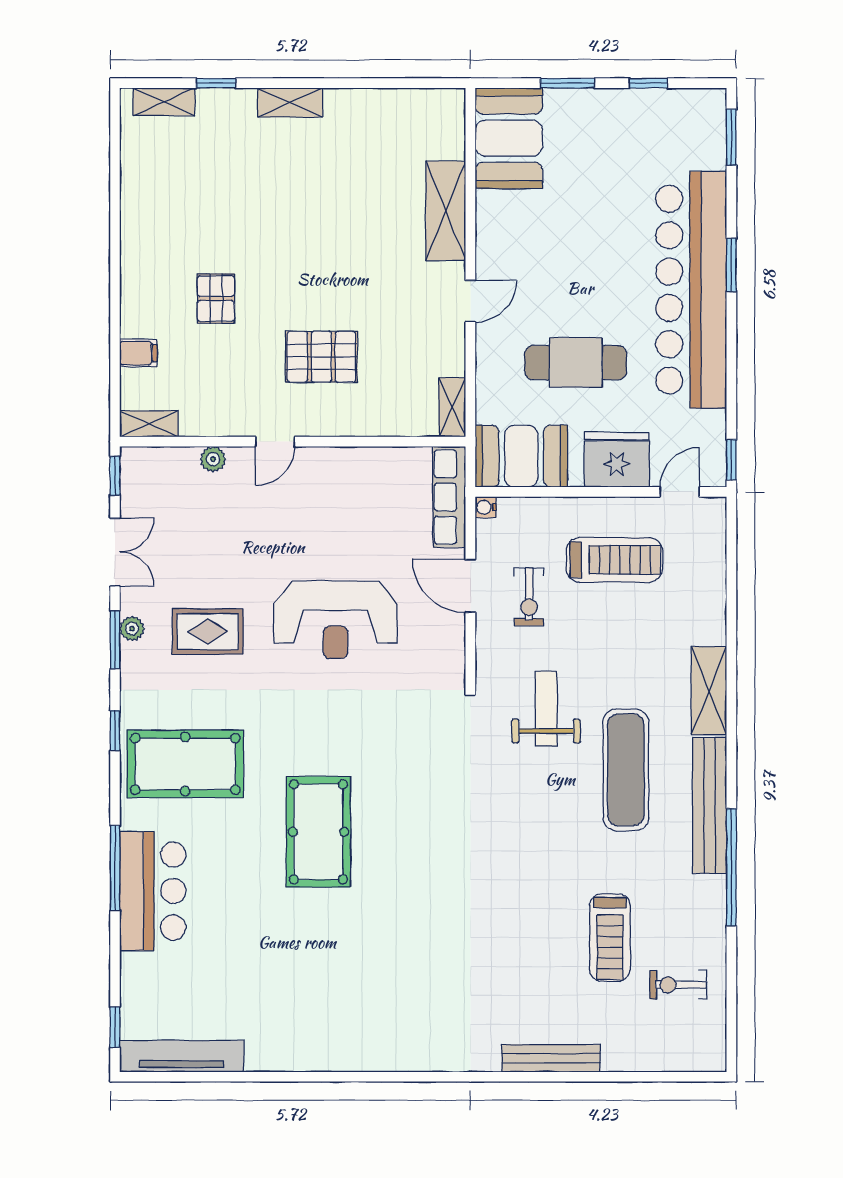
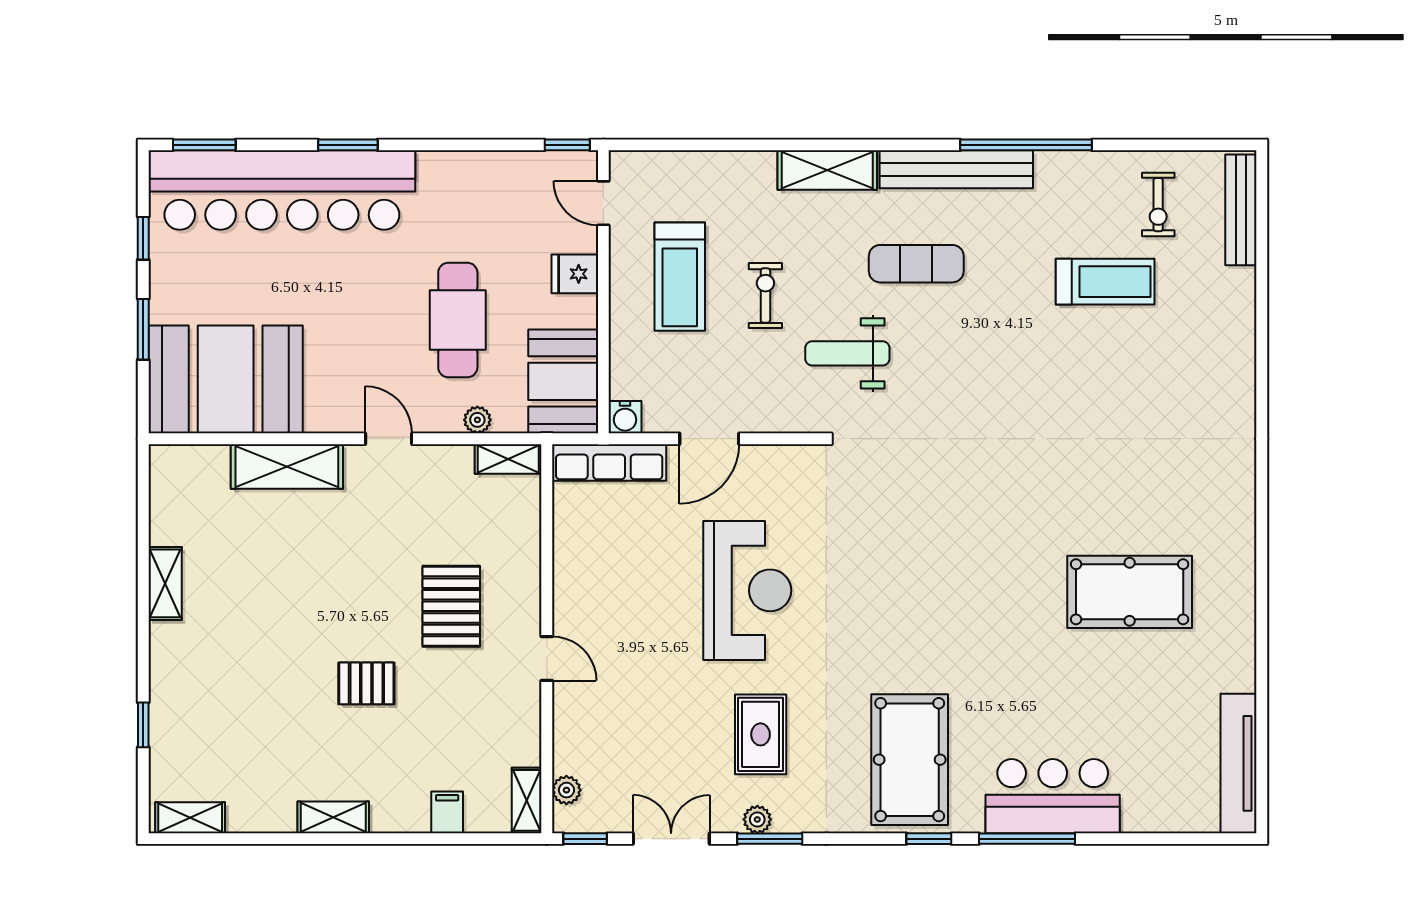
shelving: (164, 102) -> (190, 818), moved, turned 90
shelving: (290, 103) -> (165, 583), moved
booth: (509, 138) -> (226, 379), width x1.36, depth x1.42
shelving: (134, 252) -> (333, 817), added
bar counter: (691, 290) -> (282, 190), moved
pallet: (216, 299) -> (366, 683), moved
plant: (487, 380) -> (477, 420), added
plant: (213, 459) -> (566, 790), moved
fridge: (617, 460) -> (575, 274), width x0.53, depth x0.75
water cooler: (486, 507) -> (625, 417), width x1.38, depth x1.38
treadmill: (614, 560) -> (680, 277), turned 180
exercise bike: (529, 597) -> (765, 295), moved, turned -90
window: (115, 731) -> (929, 839), moved
exercise mat: (626, 770) -> (916, 264), width x0.73, depth x0.69
pool table: (318, 832) -> (1130, 592), moved
window: (115, 1027) -> (1206, 839), removed
bench: (551, 1058) -> (1241, 210), moved

